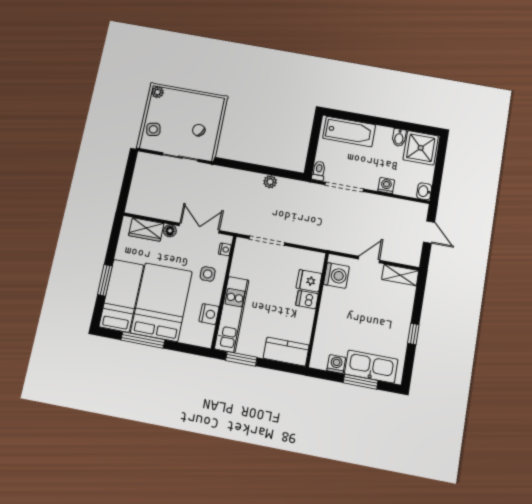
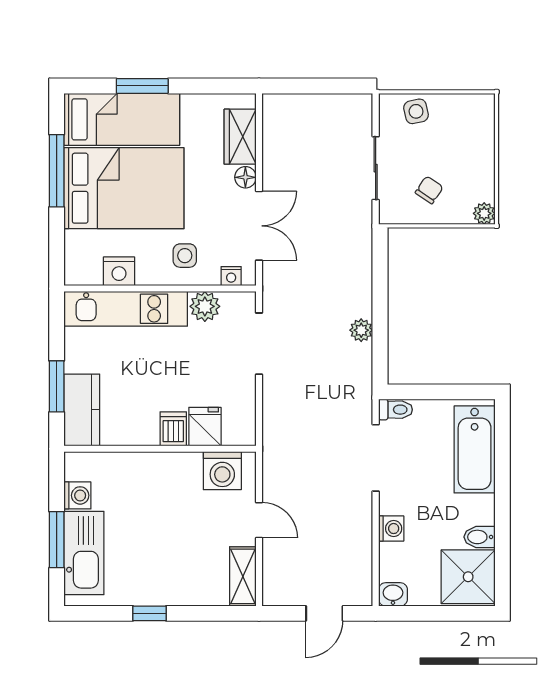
plant: (157, 92) -> (484, 213), moved
plant: (239, 268) -> (205, 306), added
window: (241, 359) -> (57, 386), moved

